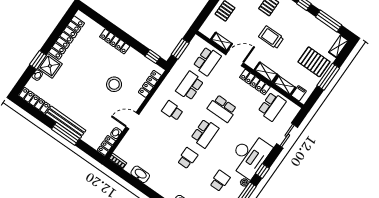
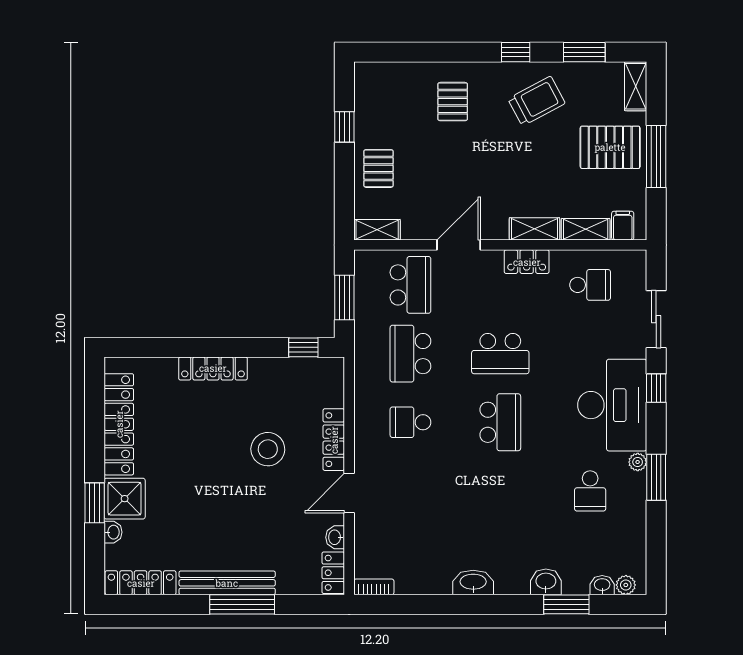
window: (329, 21) -> (584, 52), width x0.69
trolley: (271, 37) -> (537, 101), moved, turned 152
shelving: (222, 42) -> (377, 230), moved
locker: (255, 82) -> (527, 262), width x0.66
locker: (150, 84) -> (334, 440), moved
school desk: (272, 106) -> (590, 285), width x0.54
school desk: (187, 158) -> (500, 491), removed
window: (262, 171) -> (656, 388), moved
washbasin: (140, 174) -> (473, 582), moved
school desk: (220, 181) -> (590, 491), turned 180

